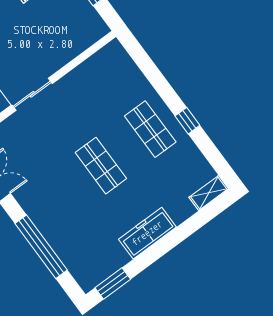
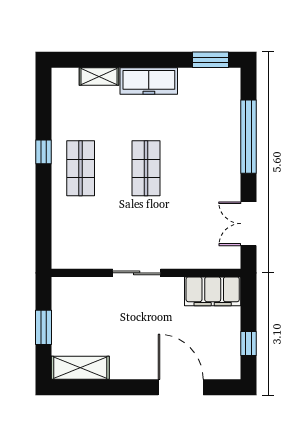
sliding door: (32, 94) -> (137, 273), moved
shelving: (209, 193) -> (99, 77), moved

